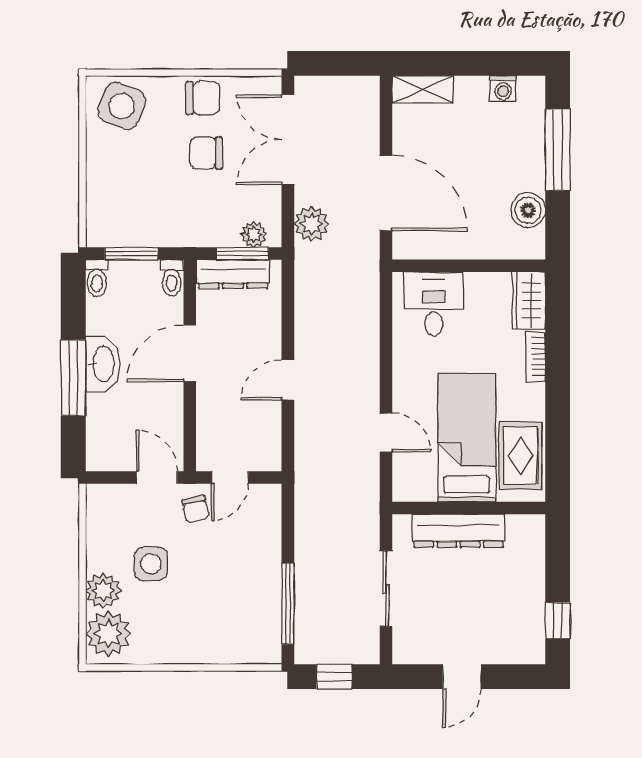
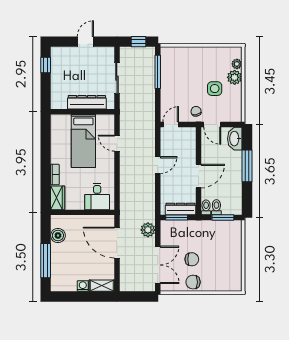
washing machine: (503, 89) -> (83, 286), moved
side table: (122, 106) -> (227, 279), removed
plant: (254, 235) -> (172, 225), removed
toilet: (97, 278) -> (216, 207), moved
washbasin: (103, 364) -> (235, 139), moved
rug: (520, 456) -> (61, 133), removed
door: (230, 477) -> (171, 124), moved
plant: (108, 634) -> (237, 64), width x0.53, depth x0.53

